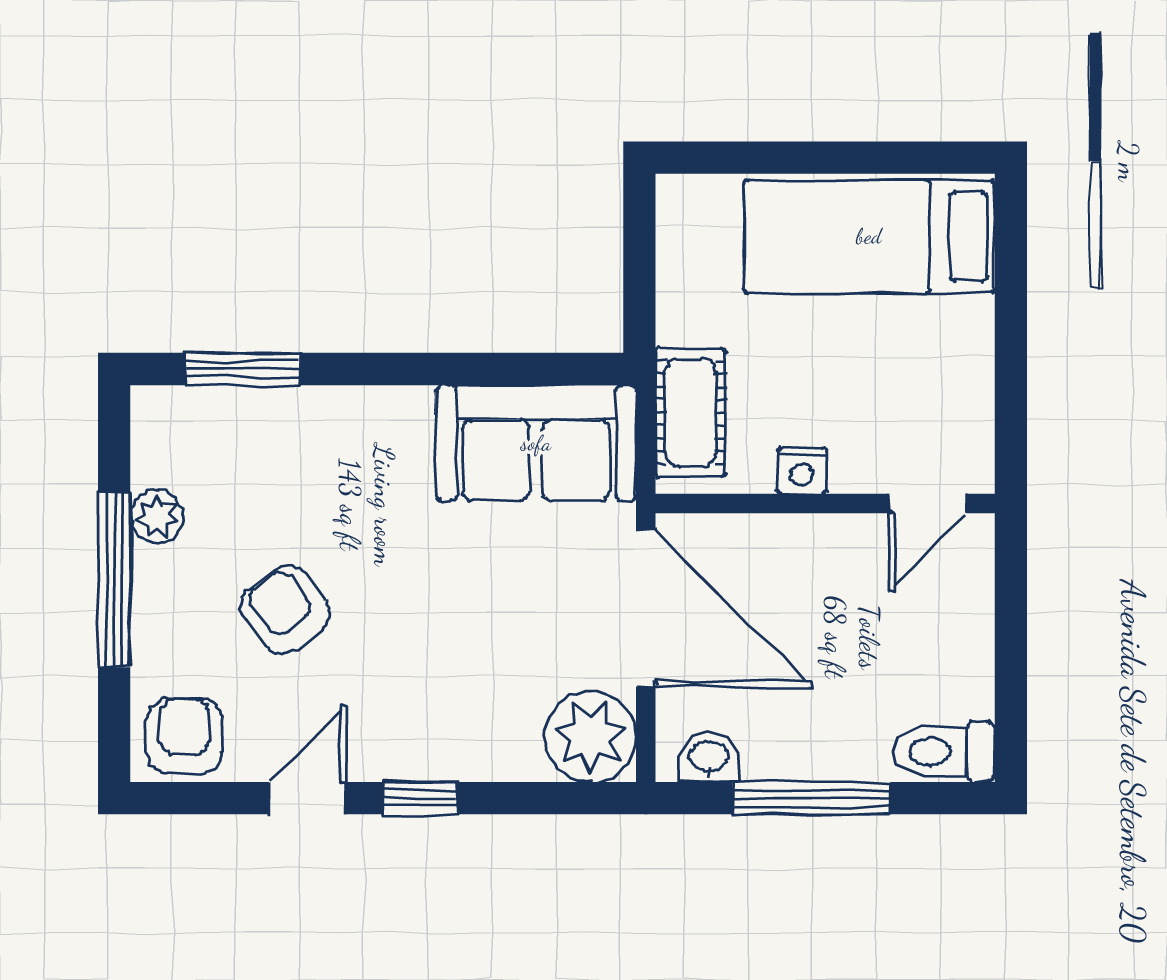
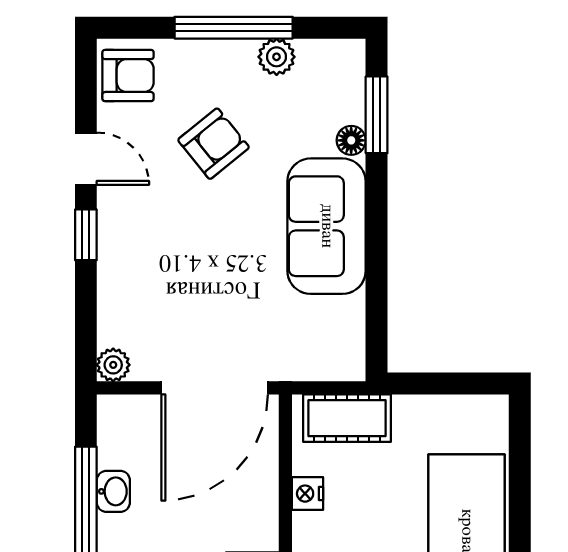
floor lamp: (280, 406) -> (351, 140), added
sofa: (536, 443) -> (327, 226), moved
plant: (591, 737) -> (113, 365), width x0.53, depth x0.53
washbasin: (709, 758) -> (113, 491), moved

